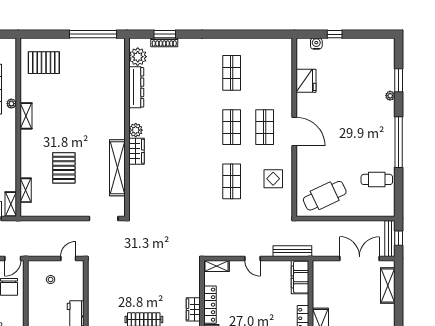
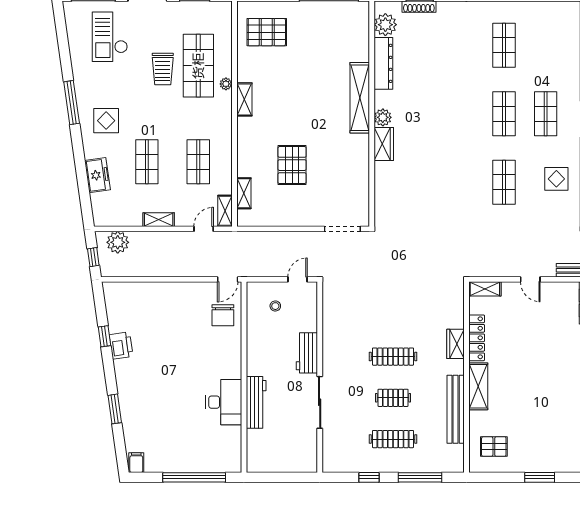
shelving: (117, 168) -> (360, 98), moved

